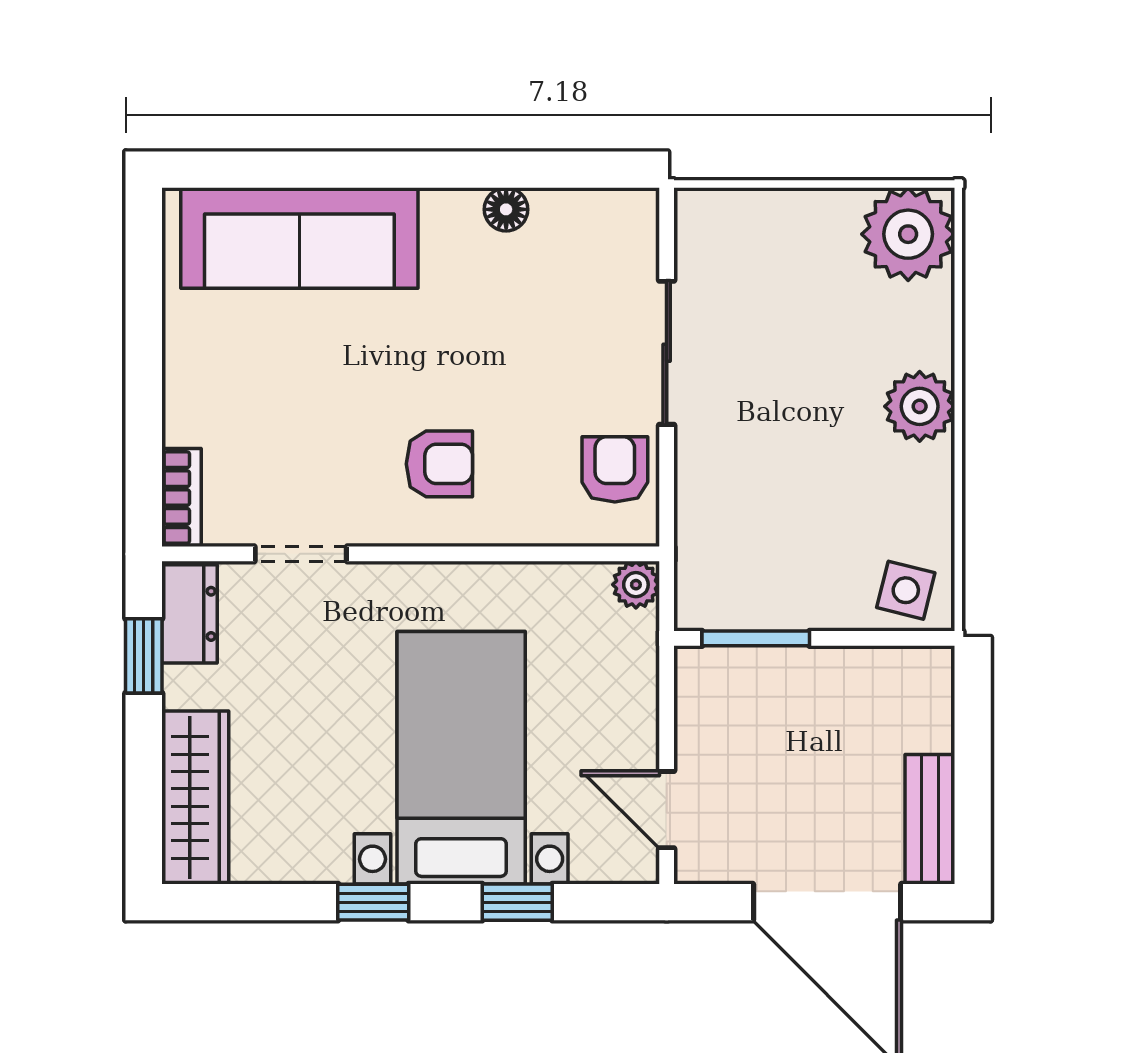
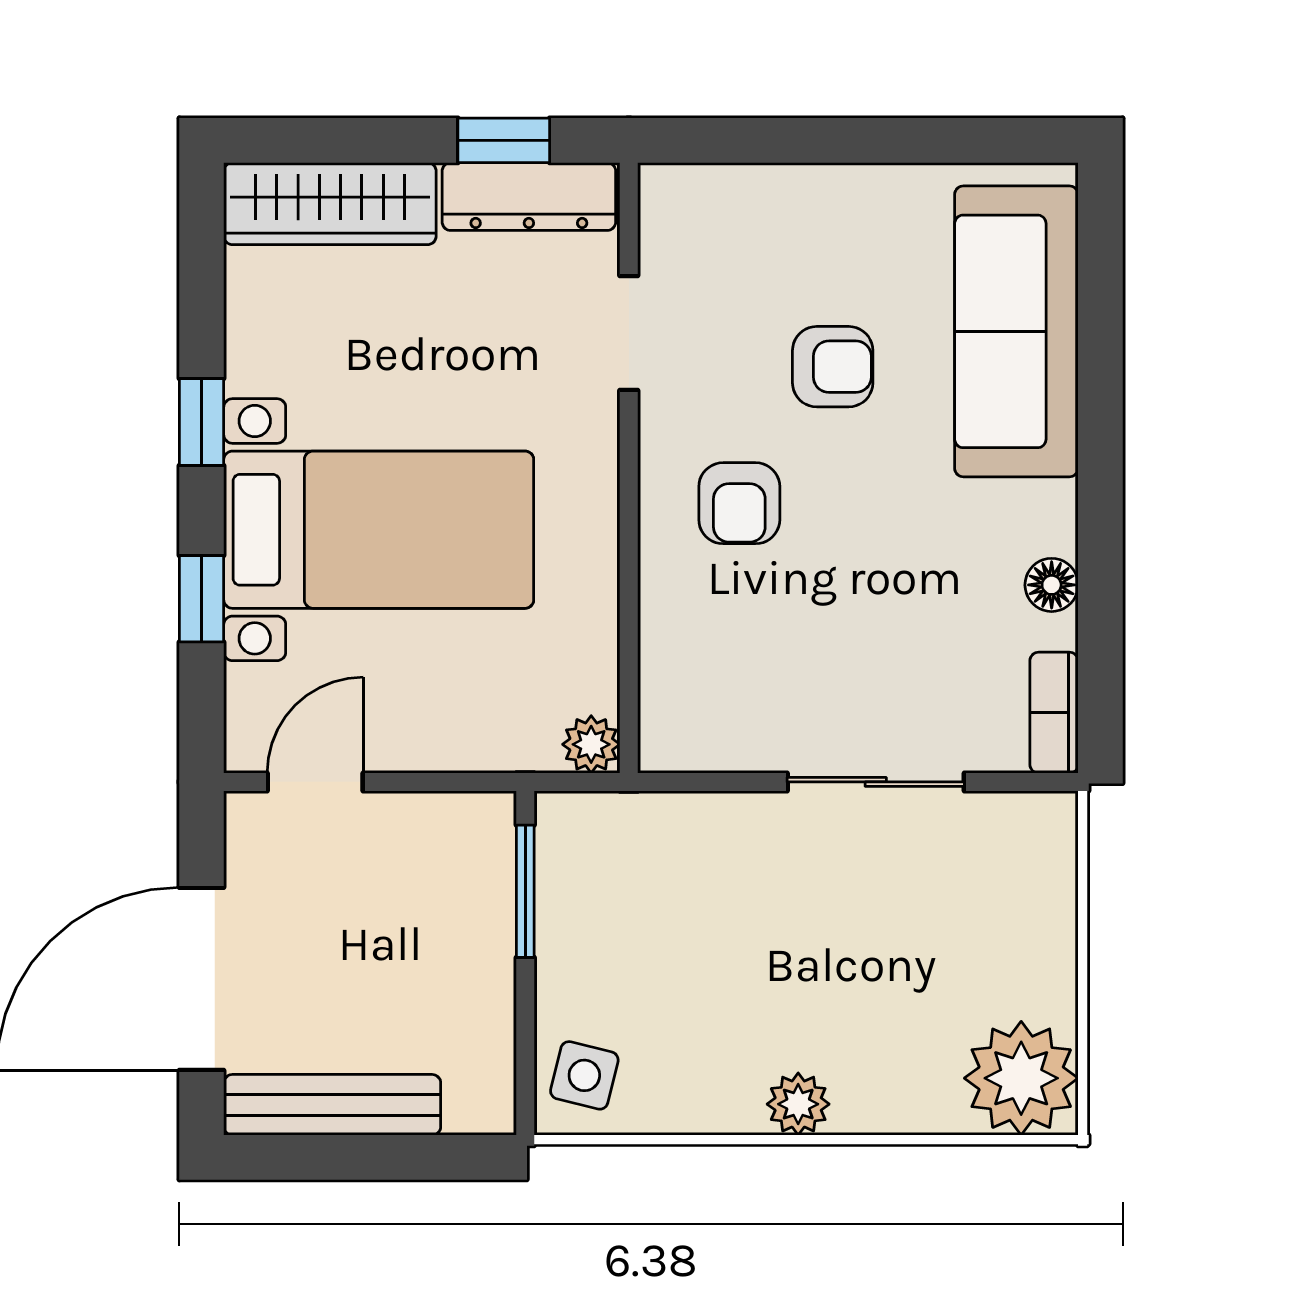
plant: (920, 406) -> (798, 1104), width x0.73, depth x0.73
armchair: (615, 469) -> (833, 367), moved
bookcase: (181, 498) -> (1054, 713), moved, turned 90
dresser: (189, 614) -> (529, 196), width x1.44
bench: (930, 819) -> (332, 1105), width x1.36

